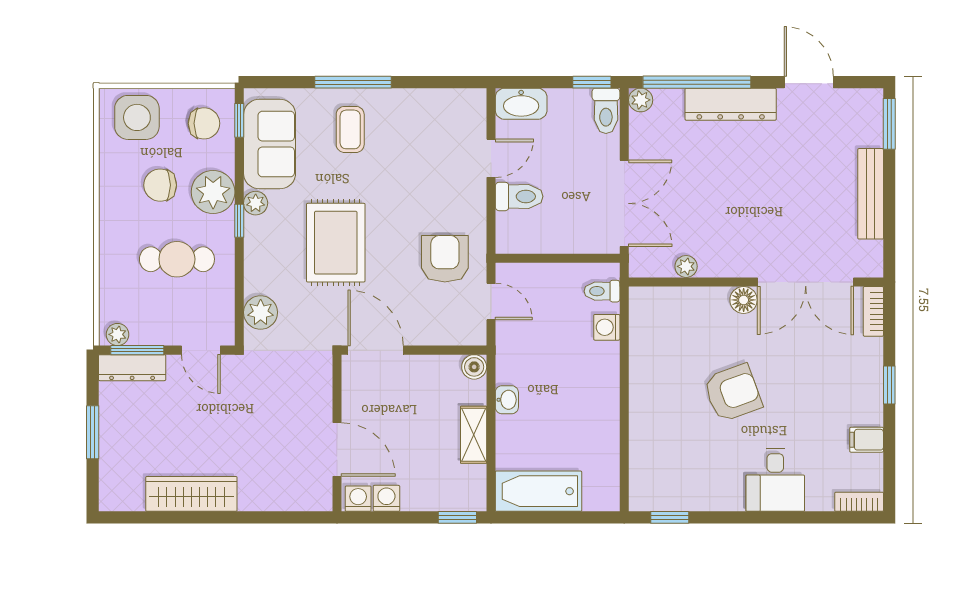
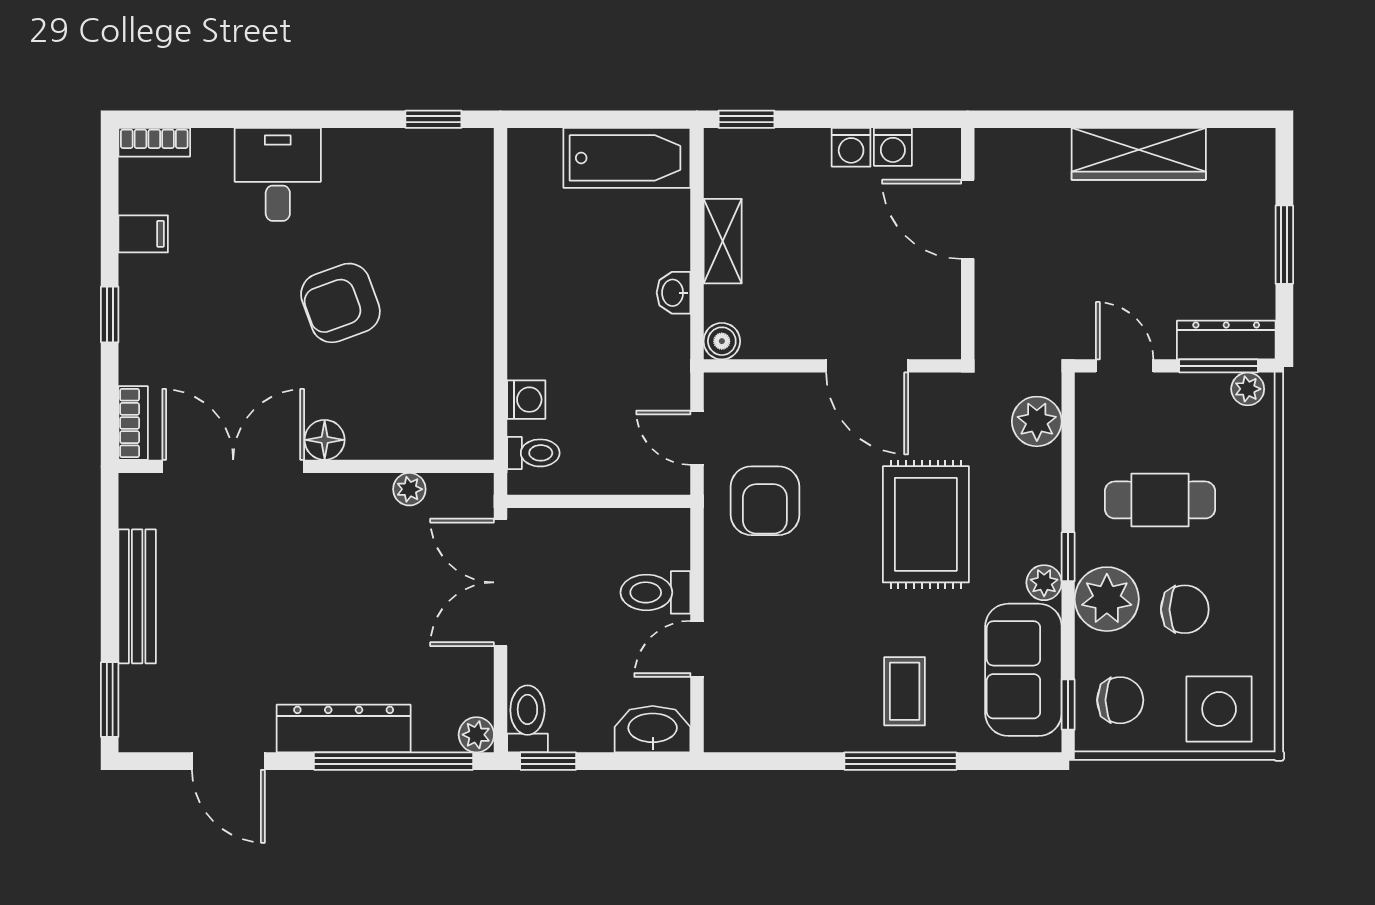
chair: (204, 123) -> (1120, 700), turned 180
wall: (337, 433) -> (968, 244), moved
door: (337, 450) -> (968, 219), moved

